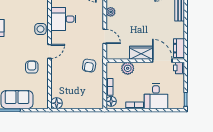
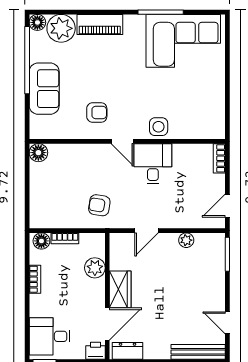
desk: (63, 19) -> (153, 164), moved
desk: (156, 96) -> (50, 336), moved

